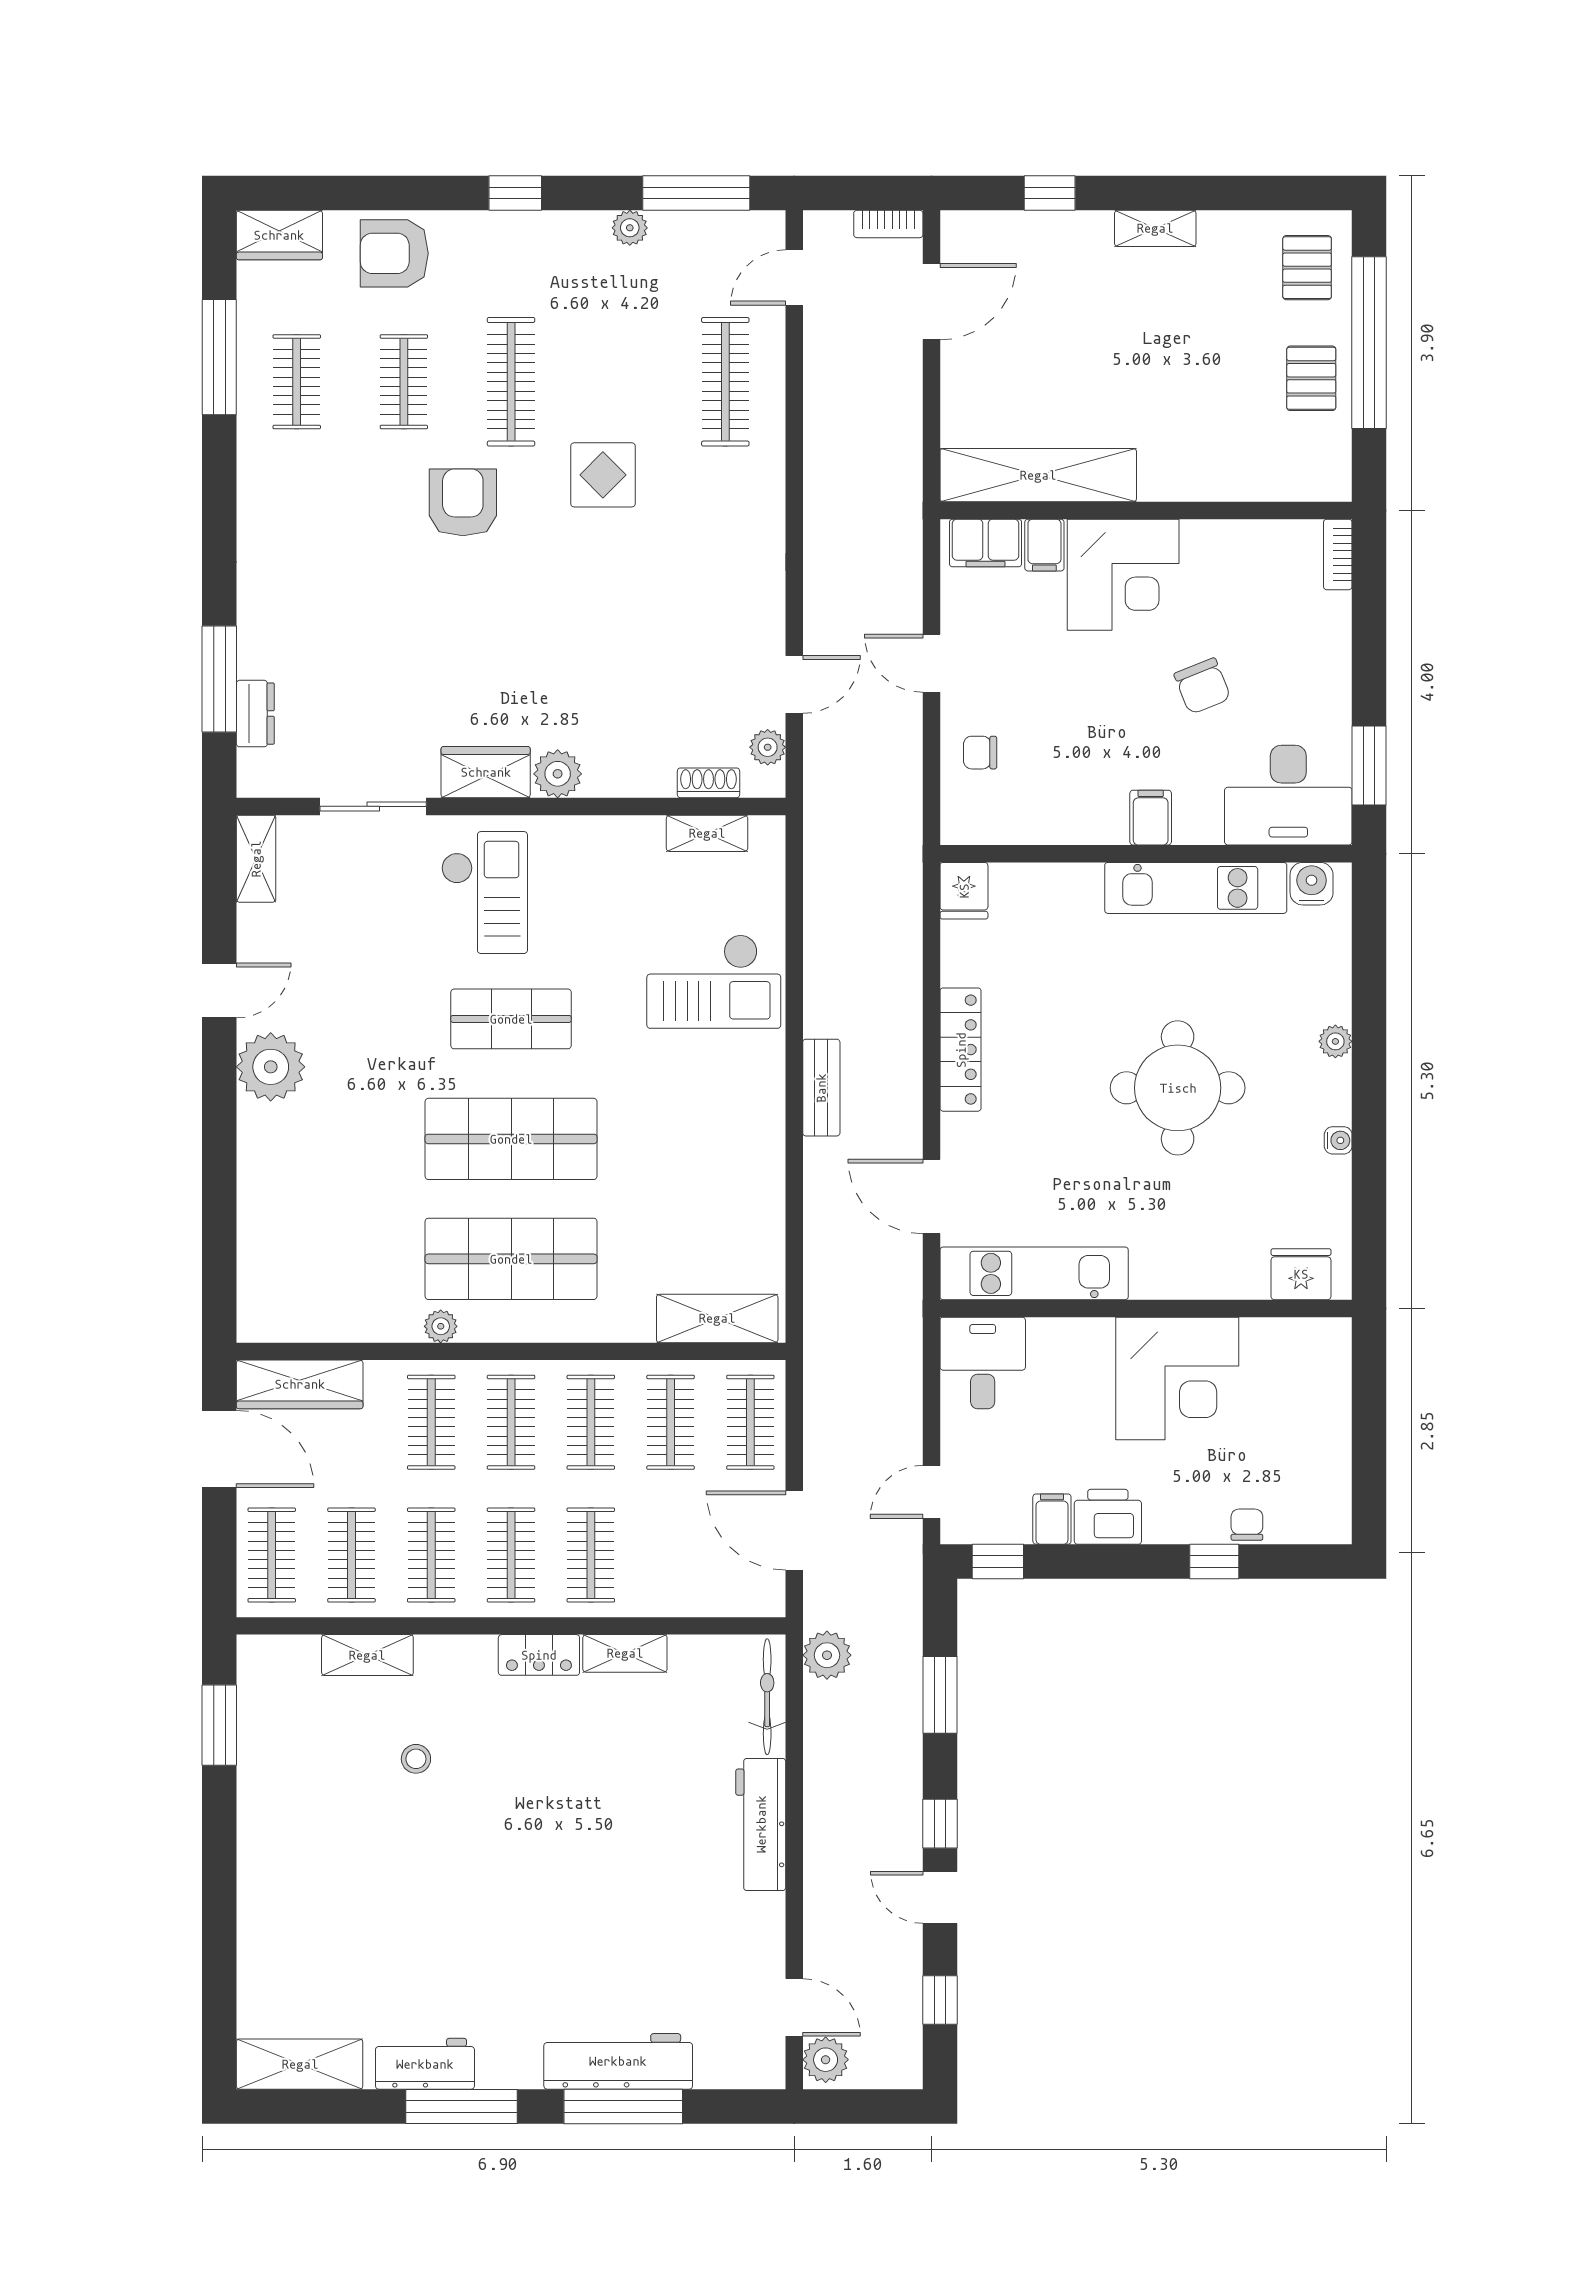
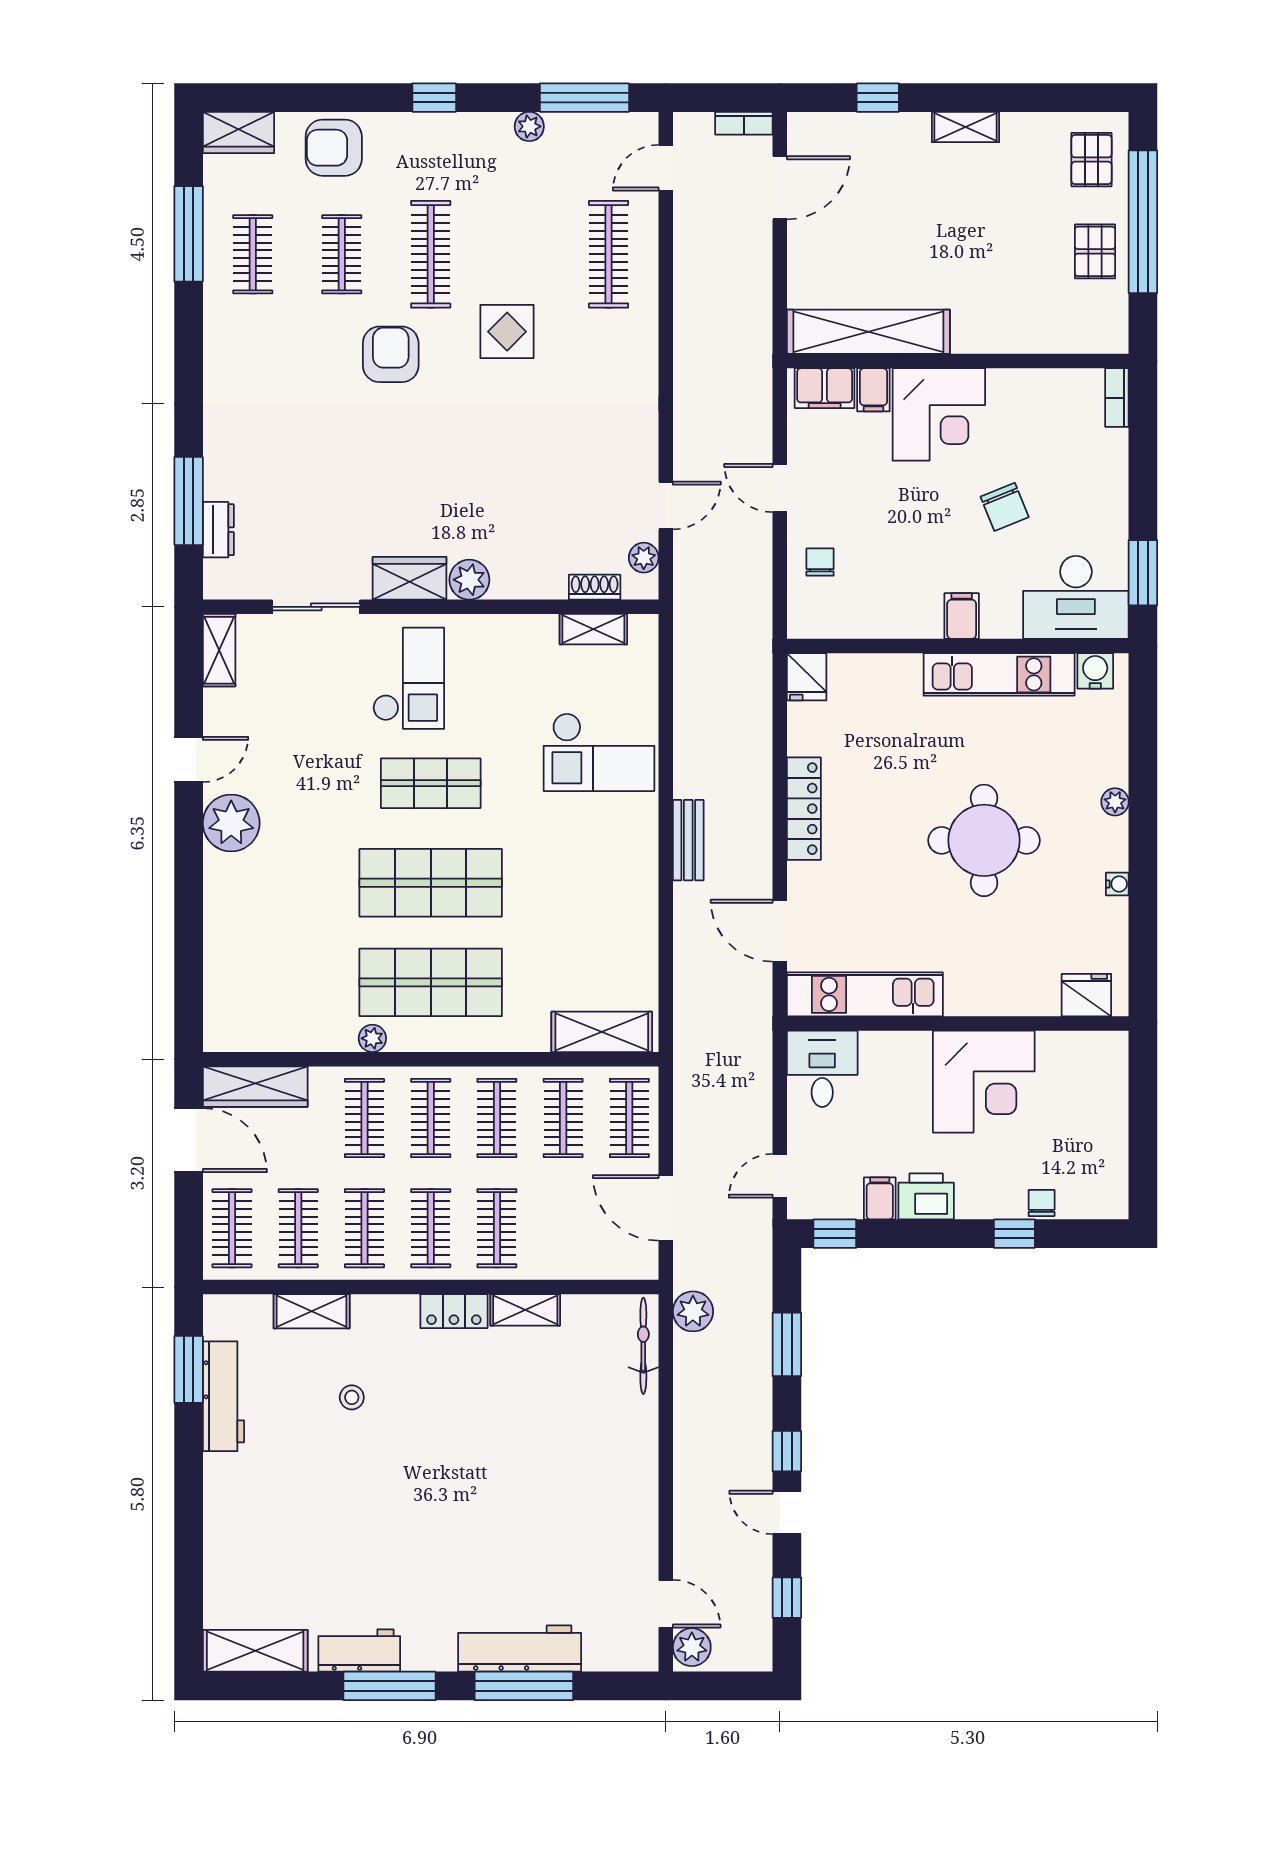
chair: (980, 753) -> (820, 562), turned 90
workbench: (761, 1824) -> (223, 1396), moved, turned 180

